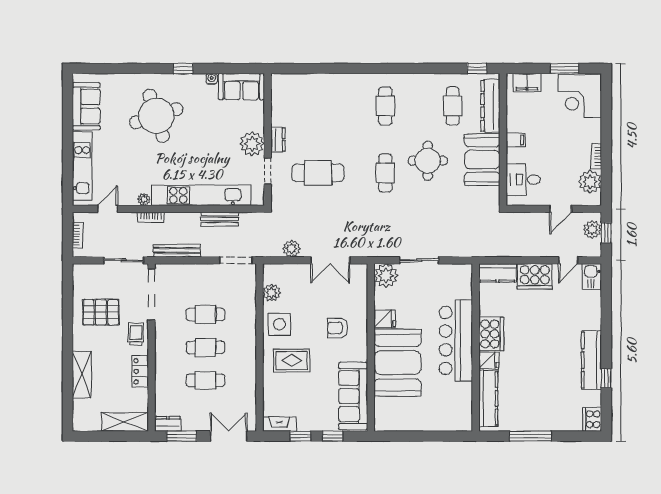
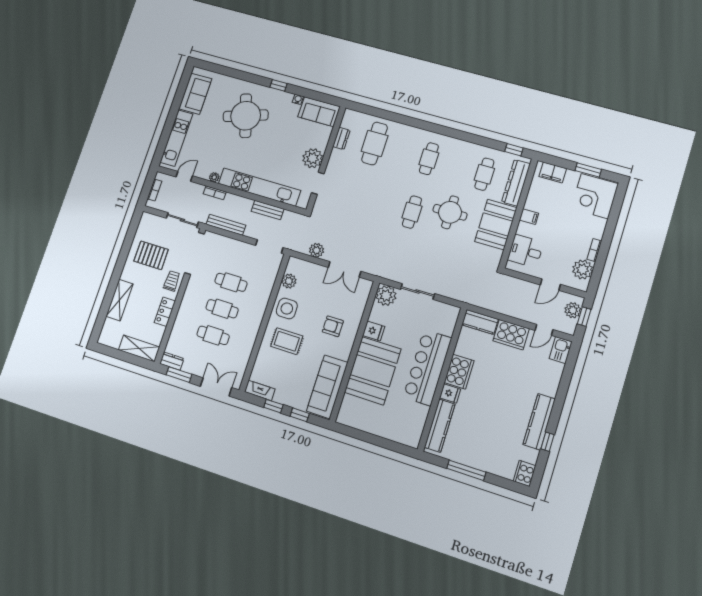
dresser: (278, 140) -> (341, 138), moved
cafe table: (318, 173) -> (375, 144), moved, turned 90

